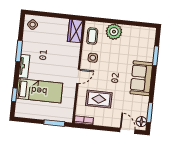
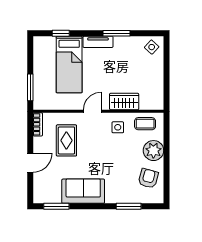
wardrobe: (75, 31) -> (124, 102), moved
armchair: (135, 38) -> (148, 178), added
door: (78, 76) -> (92, 111), swing flipped
sofa: (141, 78) -> (83, 191), moved
floor lamp: (141, 122) -> (44, 197), removed
door: (127, 131) -> (30, 163), moved

